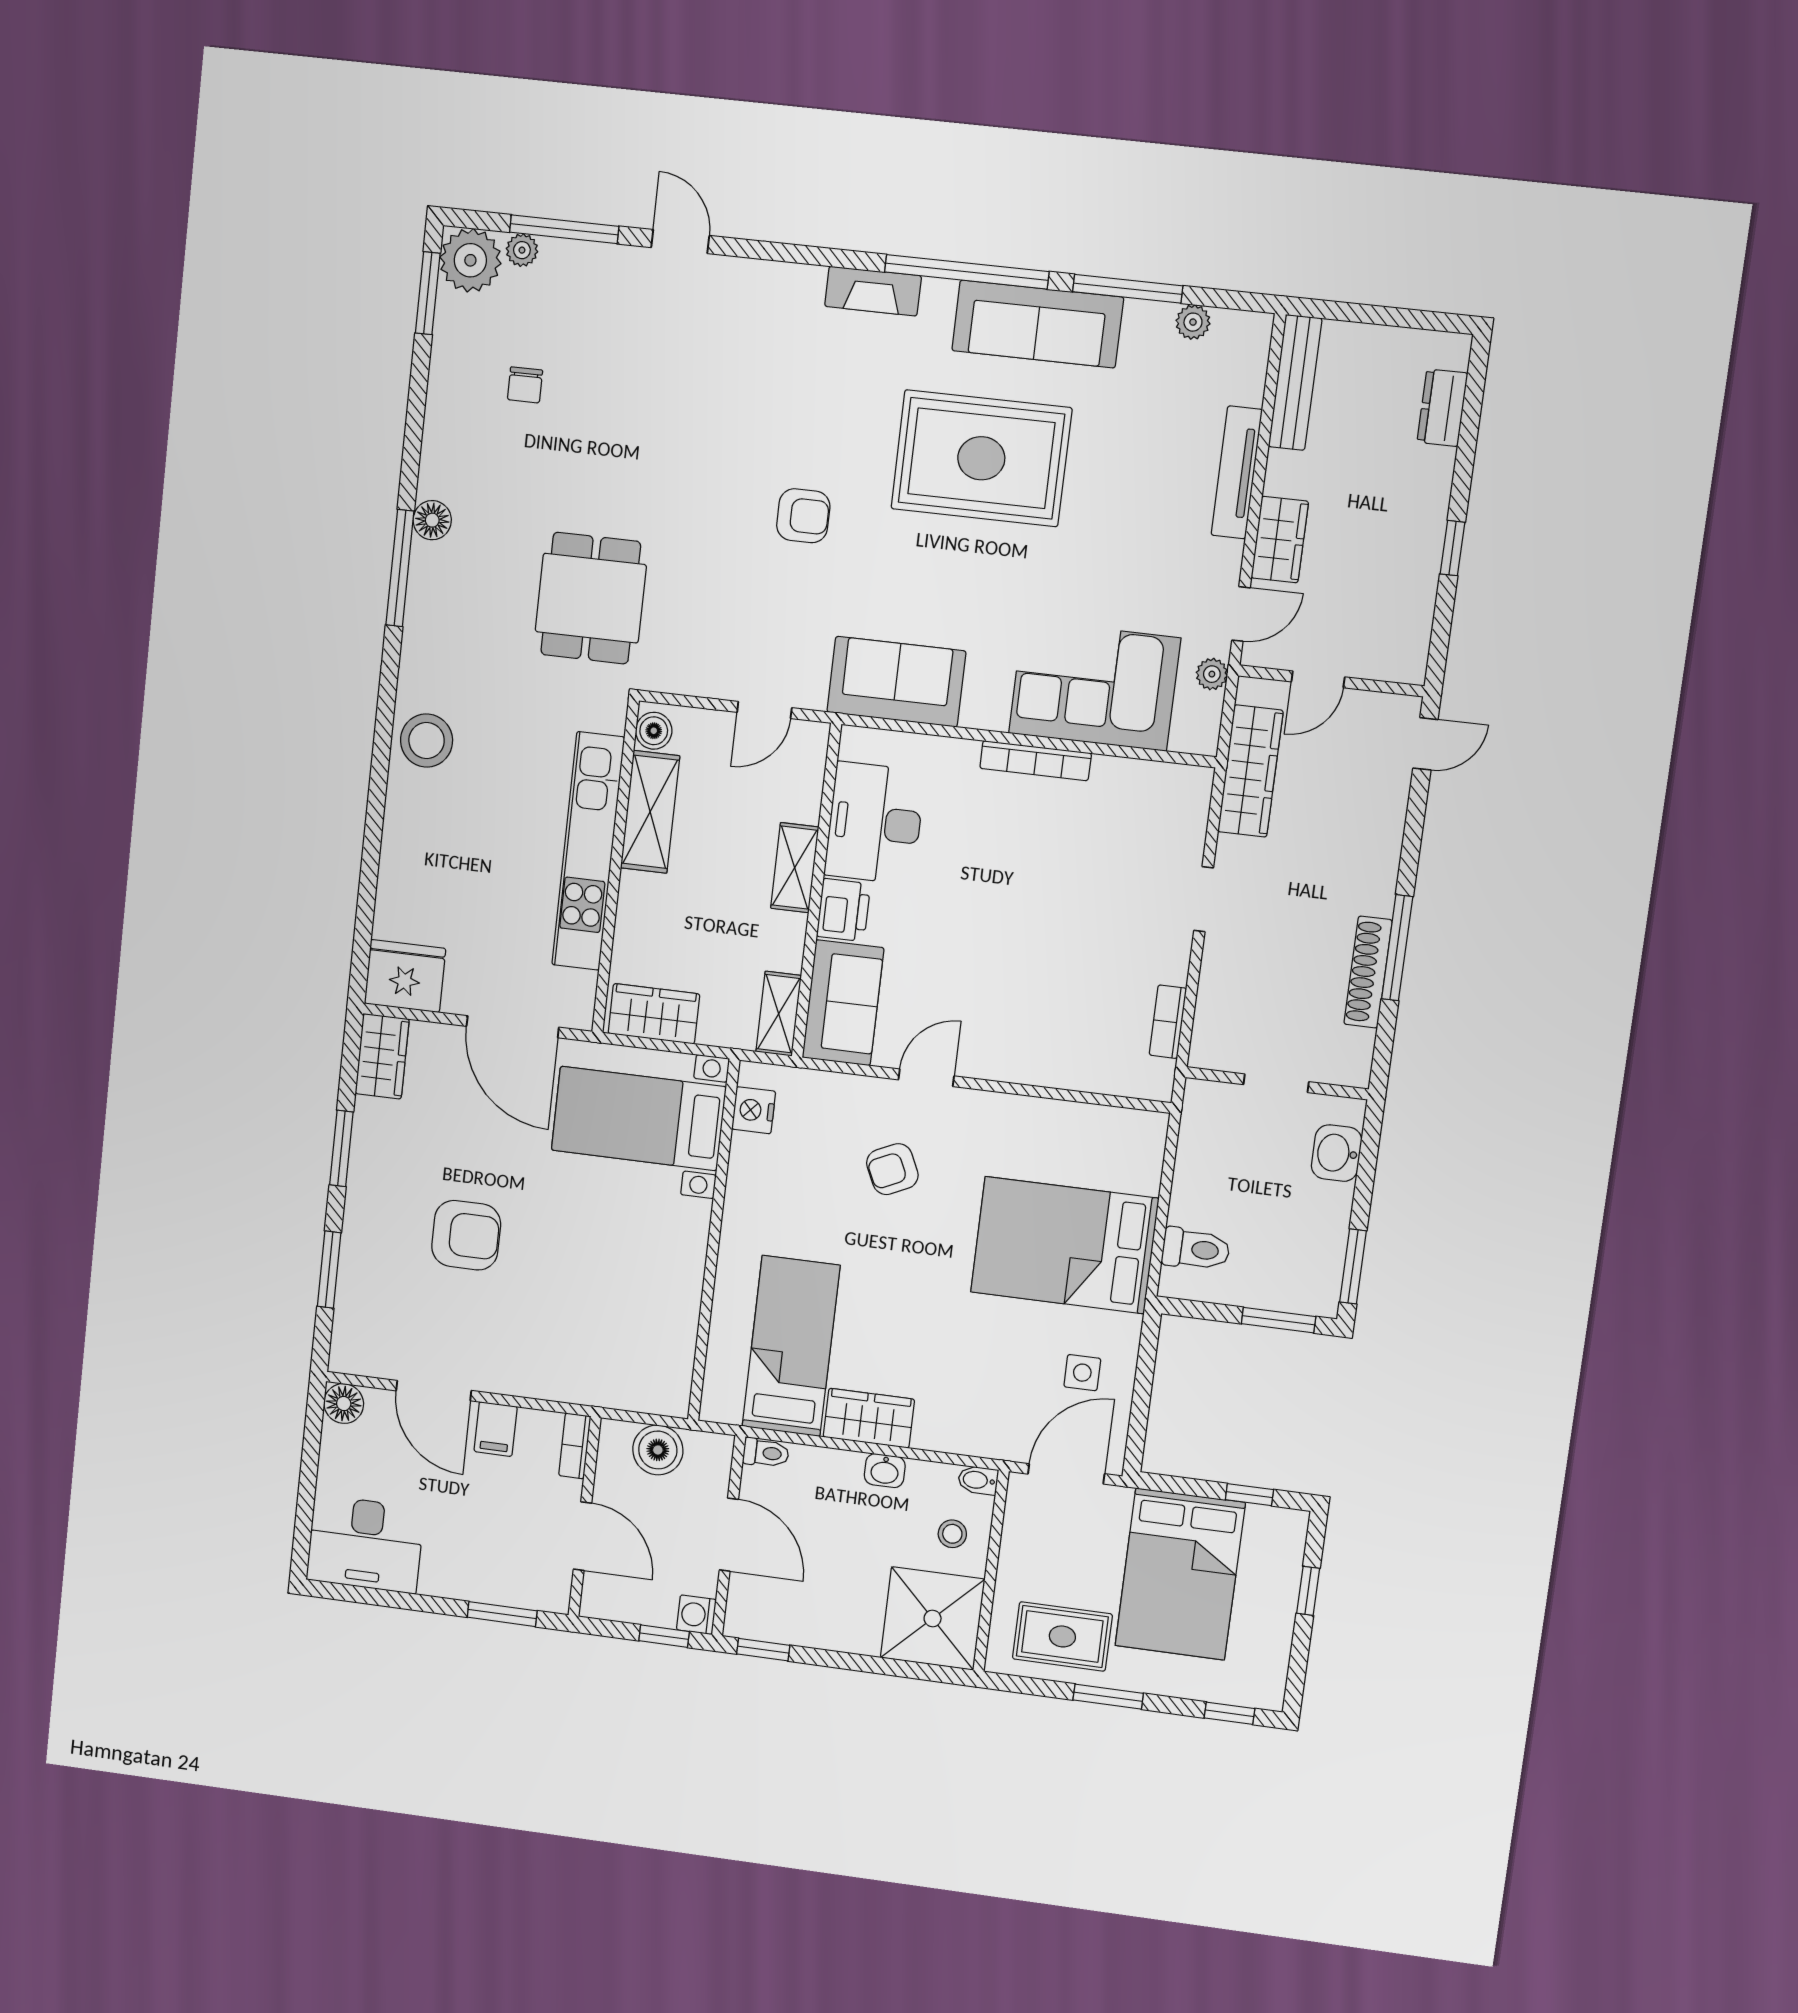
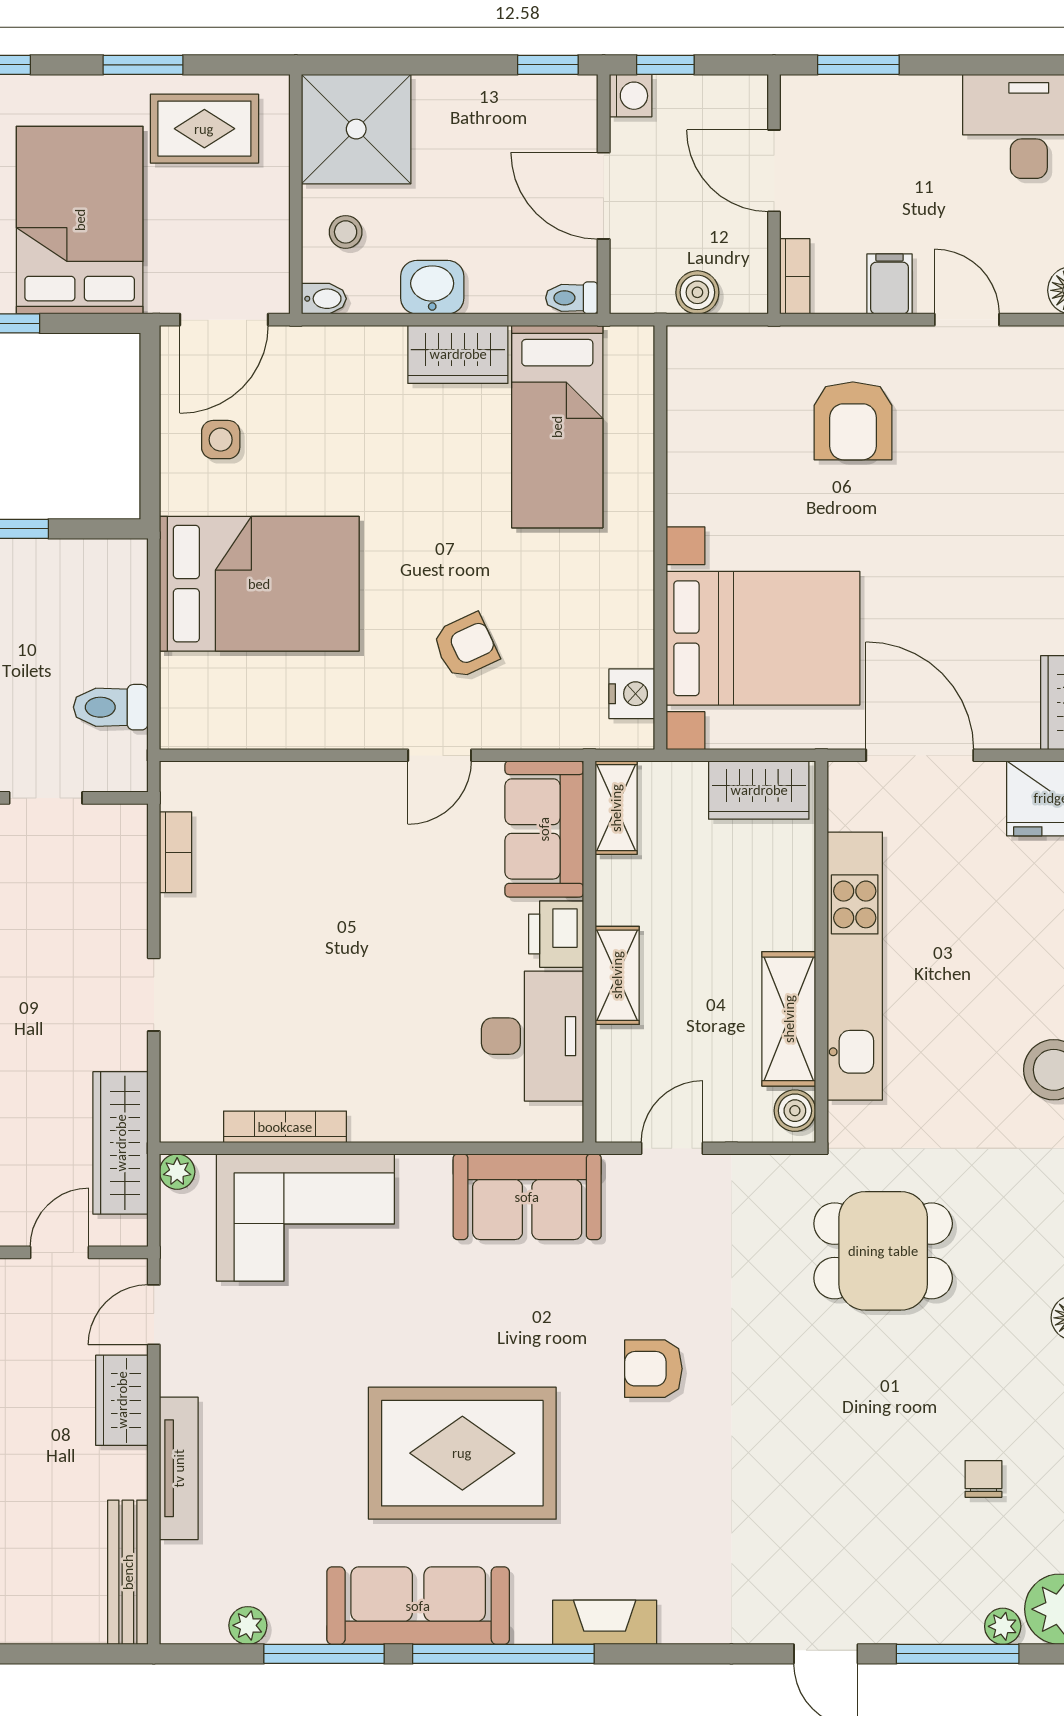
dining table: (591, 598) -> (883, 1251), turned 90
plant: (1212, 674) -> (177, 1172), moved
bookcase: (1036, 761) -> (285, 1127), moved
bed with nightstands: (639, 1118) -> (763, 638), width x1.36
armchair: (466, 1235) -> (853, 421), moved, turned -90
toilet: (1196, 1249) -> (111, 707), moved
door: (434, 1391) -> (967, 320), width x0.73
boiler: (658, 1450) -> (697, 292), width x0.73, depth x0.73
washbasin: (885, 1471) -> (432, 287), width x1.38, depth x1.45

